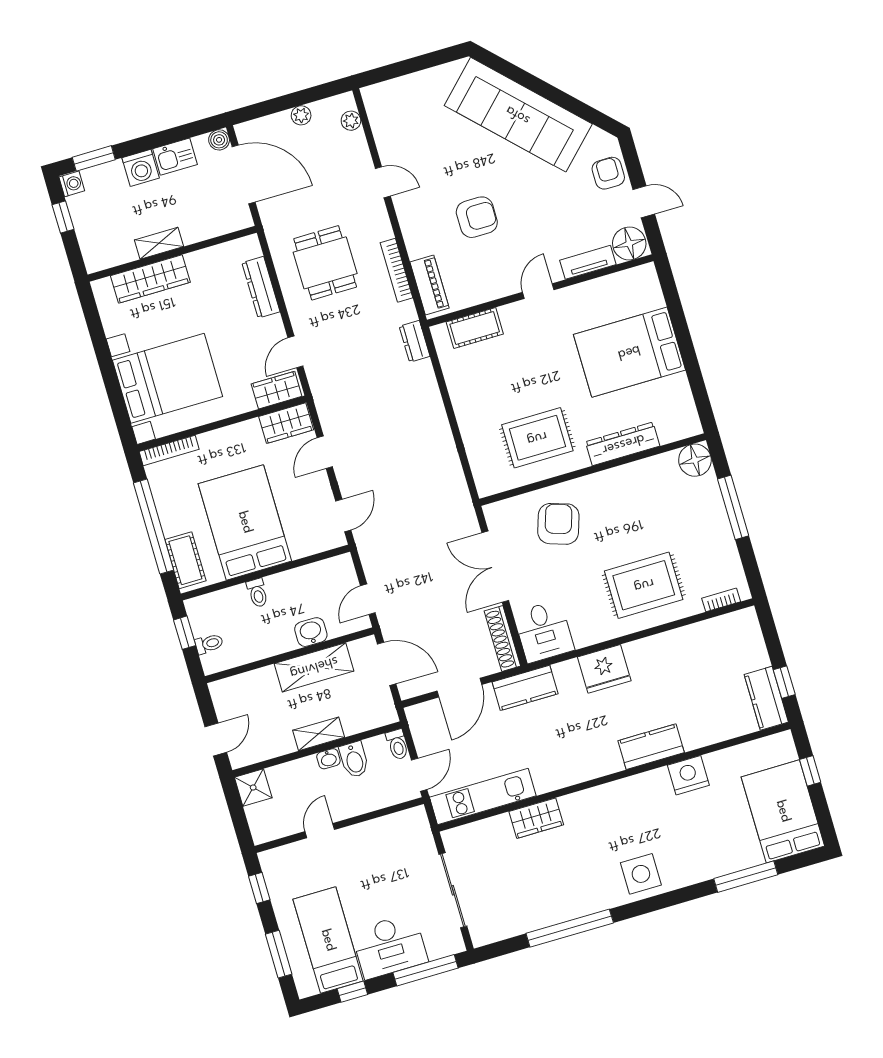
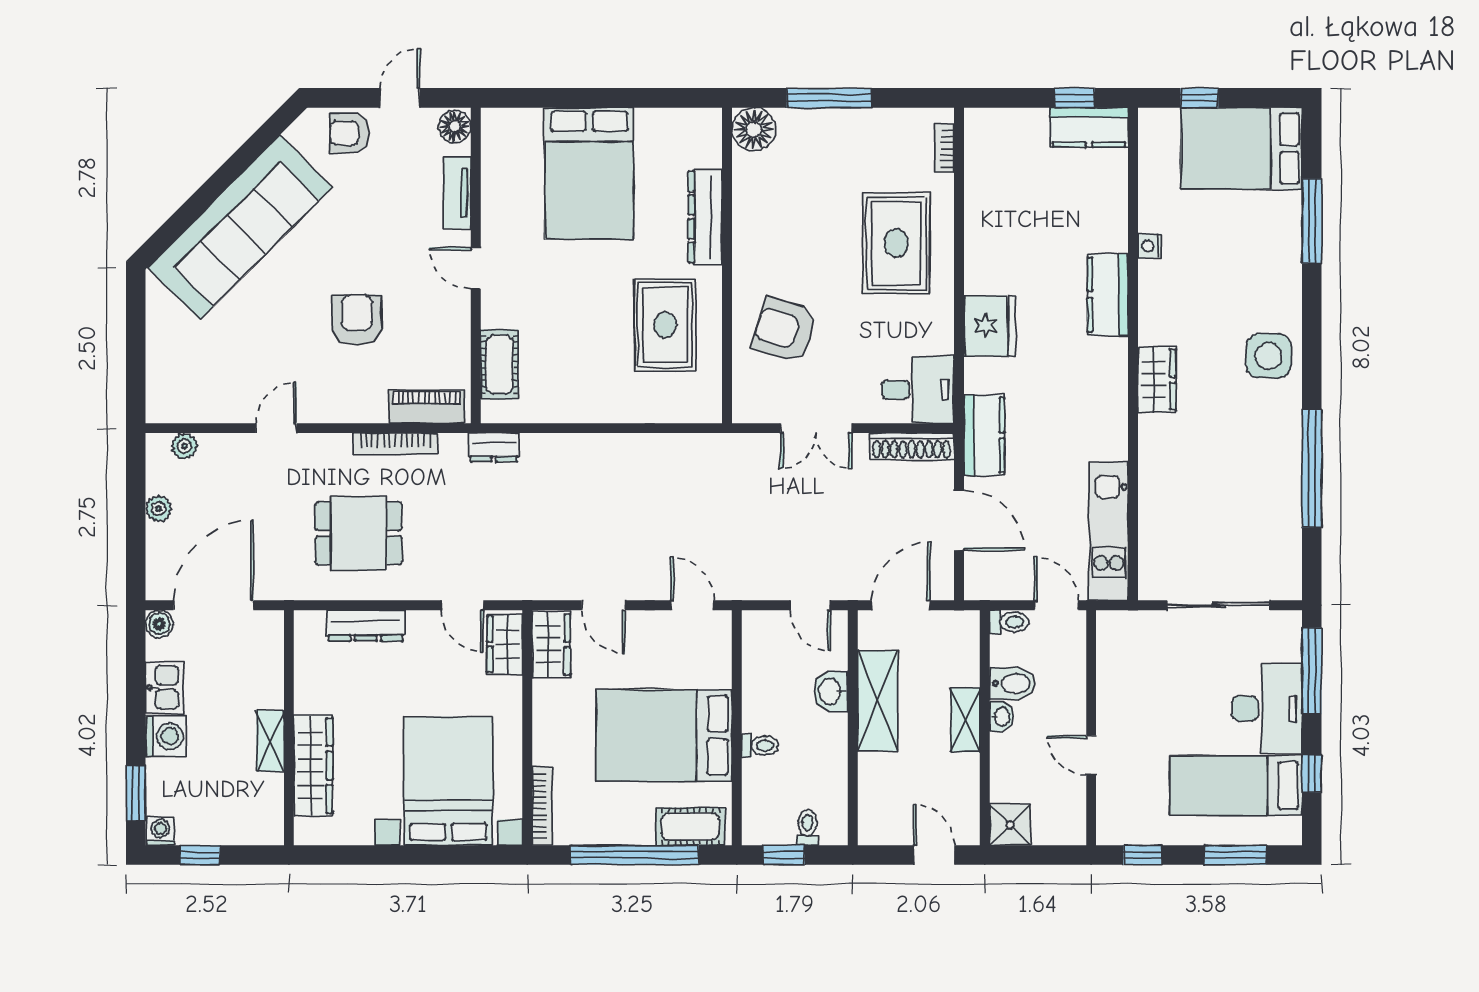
floor lamp: (629, 244) -> (455, 126), width x0.73, depth x0.73
double door: (495, 567) -> (816, 428), width x0.73
nightstand: (688, 775) -> (1150, 246), width x0.53, depth x0.56
wardrobe: (536, 818) -> (1157, 379), moved

